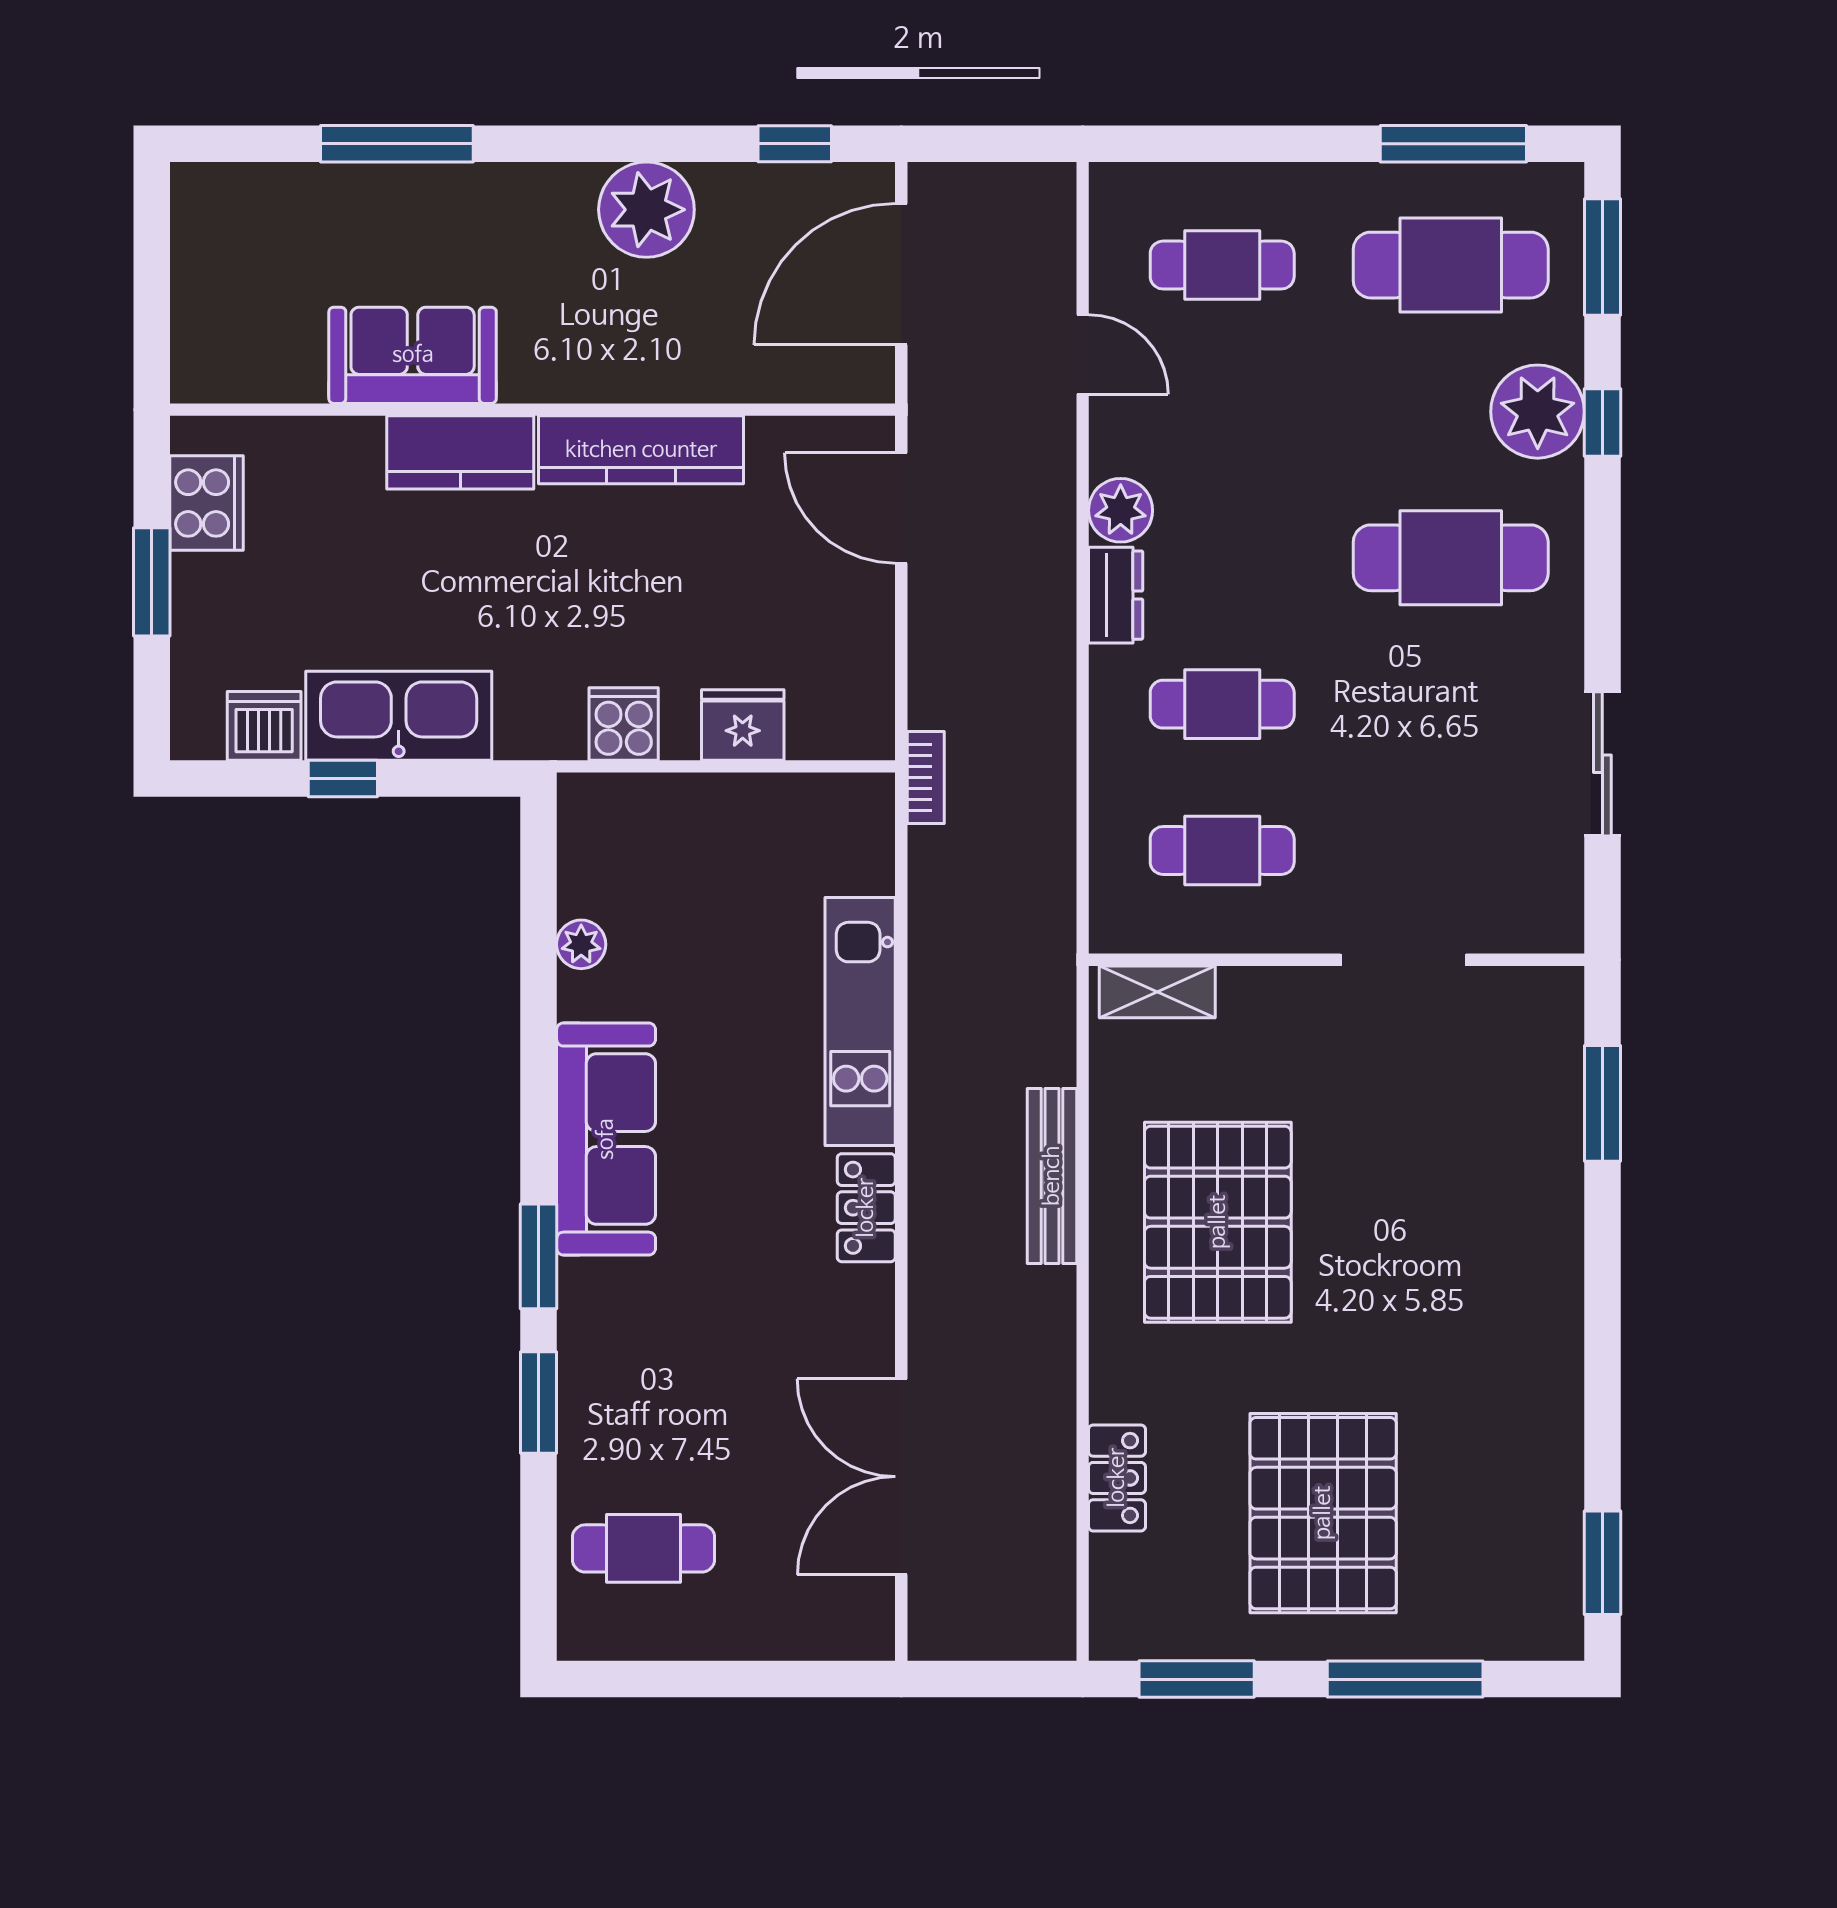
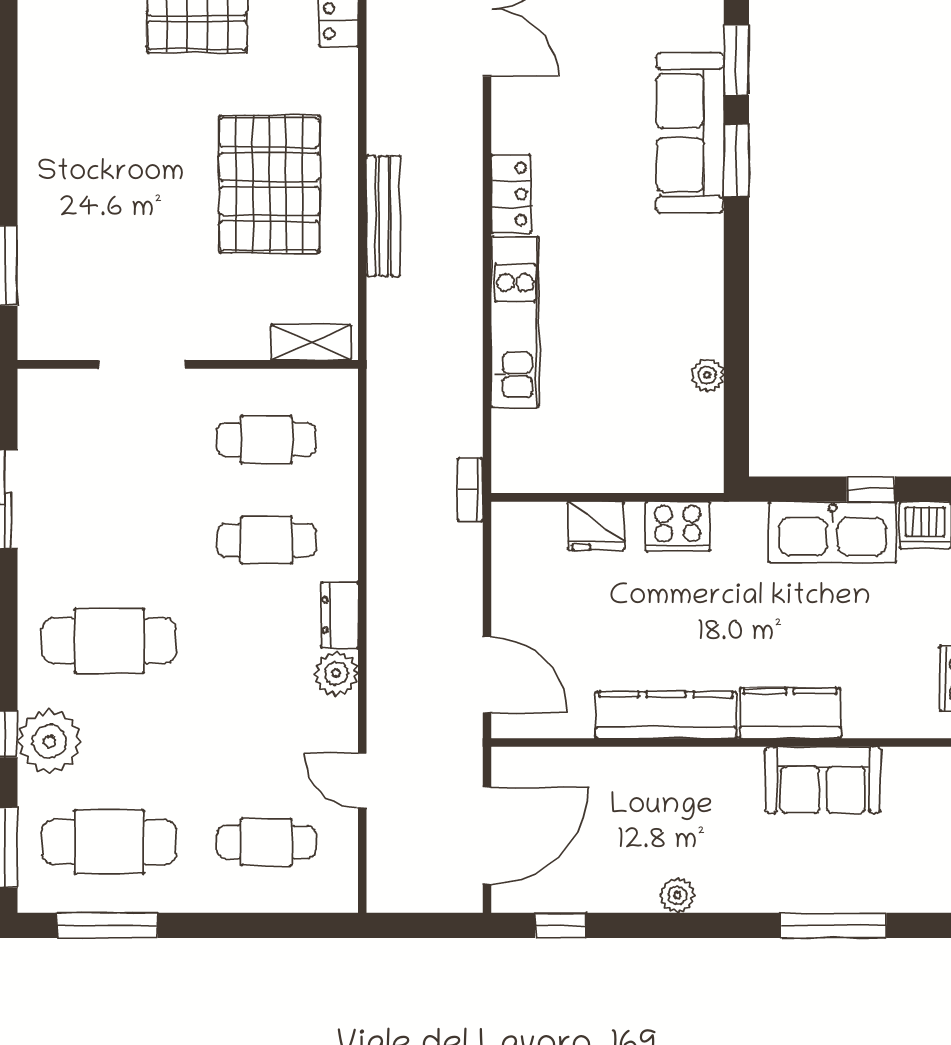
plant: (646, 210) -> (677, 895), width x0.53, depth x0.53
cooker: (624, 724) -> (678, 527), width x1.36
sofa: (606, 1139) -> (690, 133), moved

